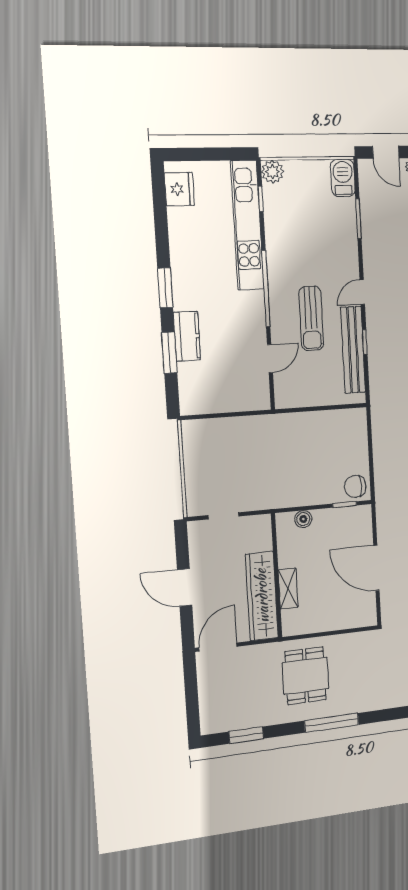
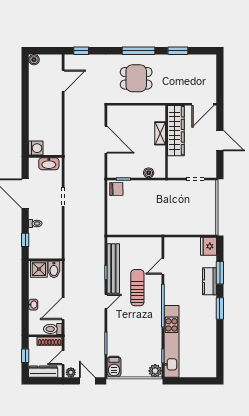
fridge: (179, 189) -> (209, 246), moved
dining table: (305, 676) -> (136, 78), moved, turned 90
window: (246, 735) -> (178, 51), moved

